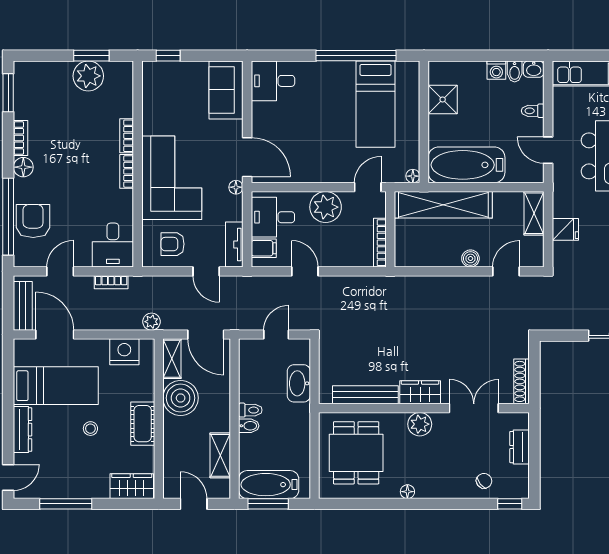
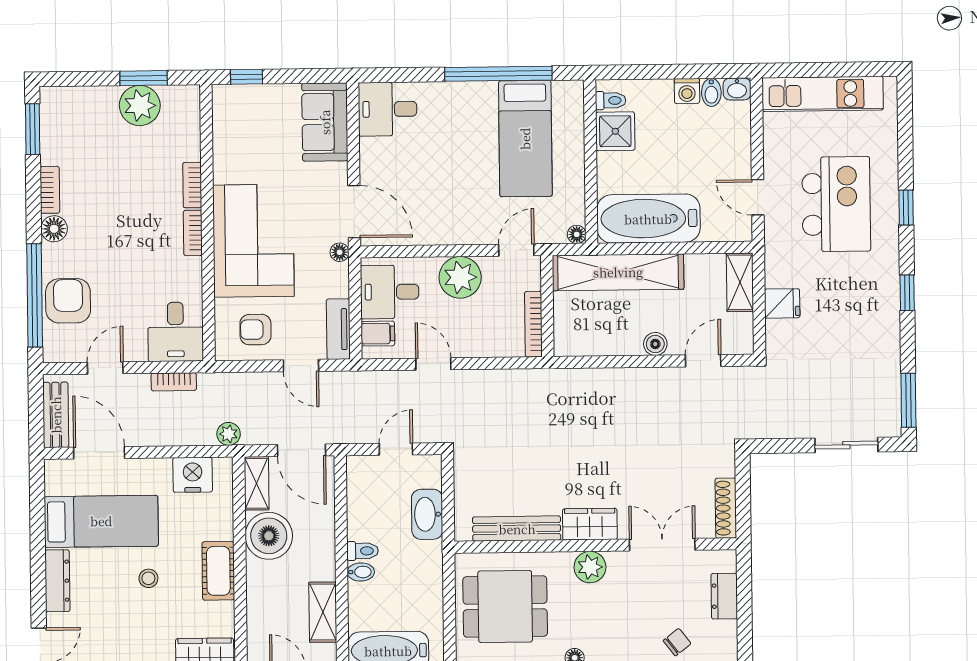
toilet: (533, 111) -> (611, 100), moved, turned 180
dining table: (356, 453) -> (505, 607), turned 90

